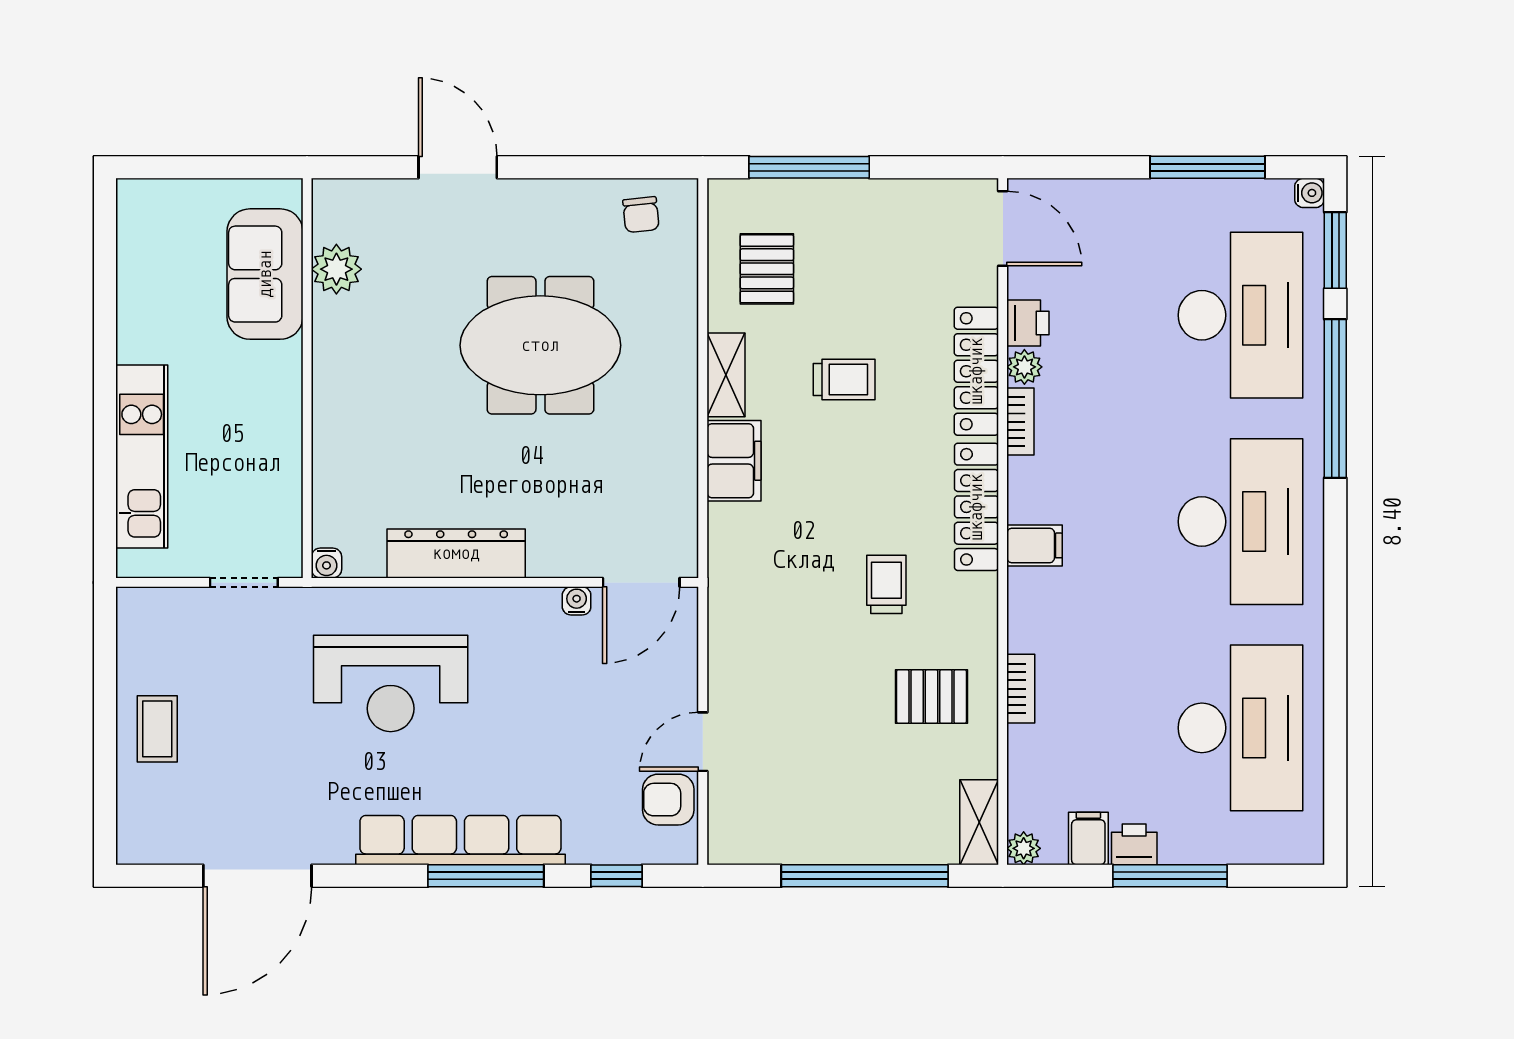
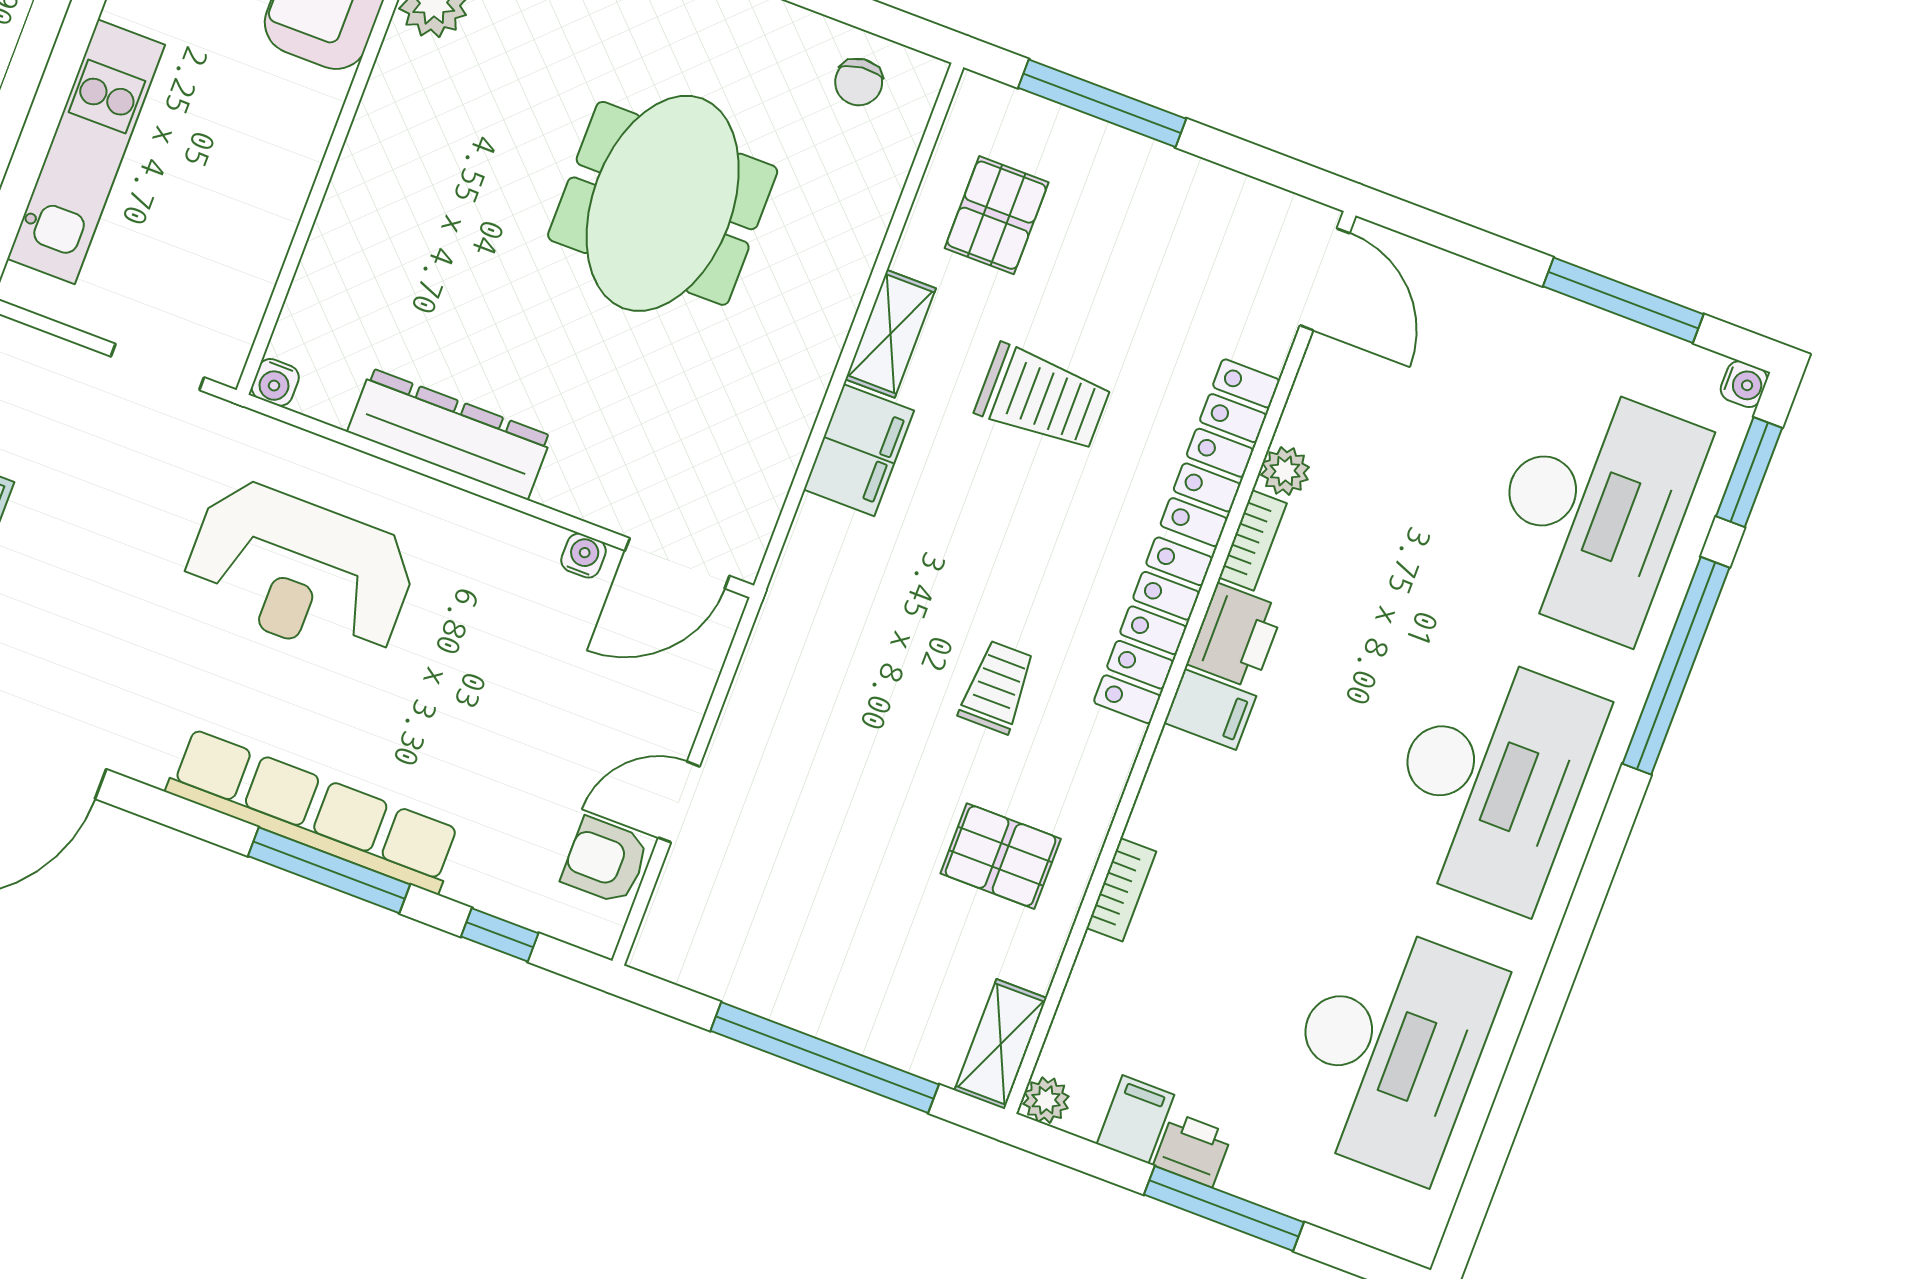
printer: (1028, 323) -> (1235, 636), moved, width x1.36, depth x1.24
meeting table: (540, 345) -> (663, 203), turned 90
trolley: (844, 380) -> (1043, 398), width x1.36, depth x1.39

